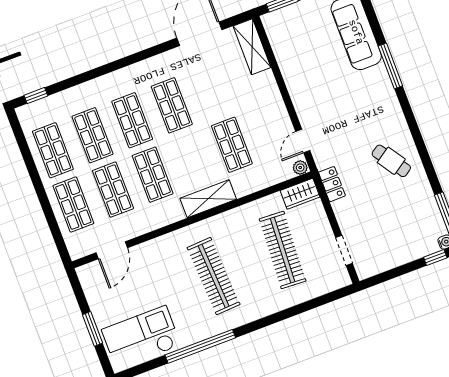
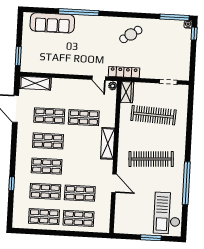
window: (390, 66) -> (79, 12), width x1.46
window: (36, 96) -> (12, 184), moved
shop shelf: (153, 175) -> (49, 116), moved
locker: (332, 184) -> (124, 72), width x1.53
door: (112, 250) -> (114, 183), moved

